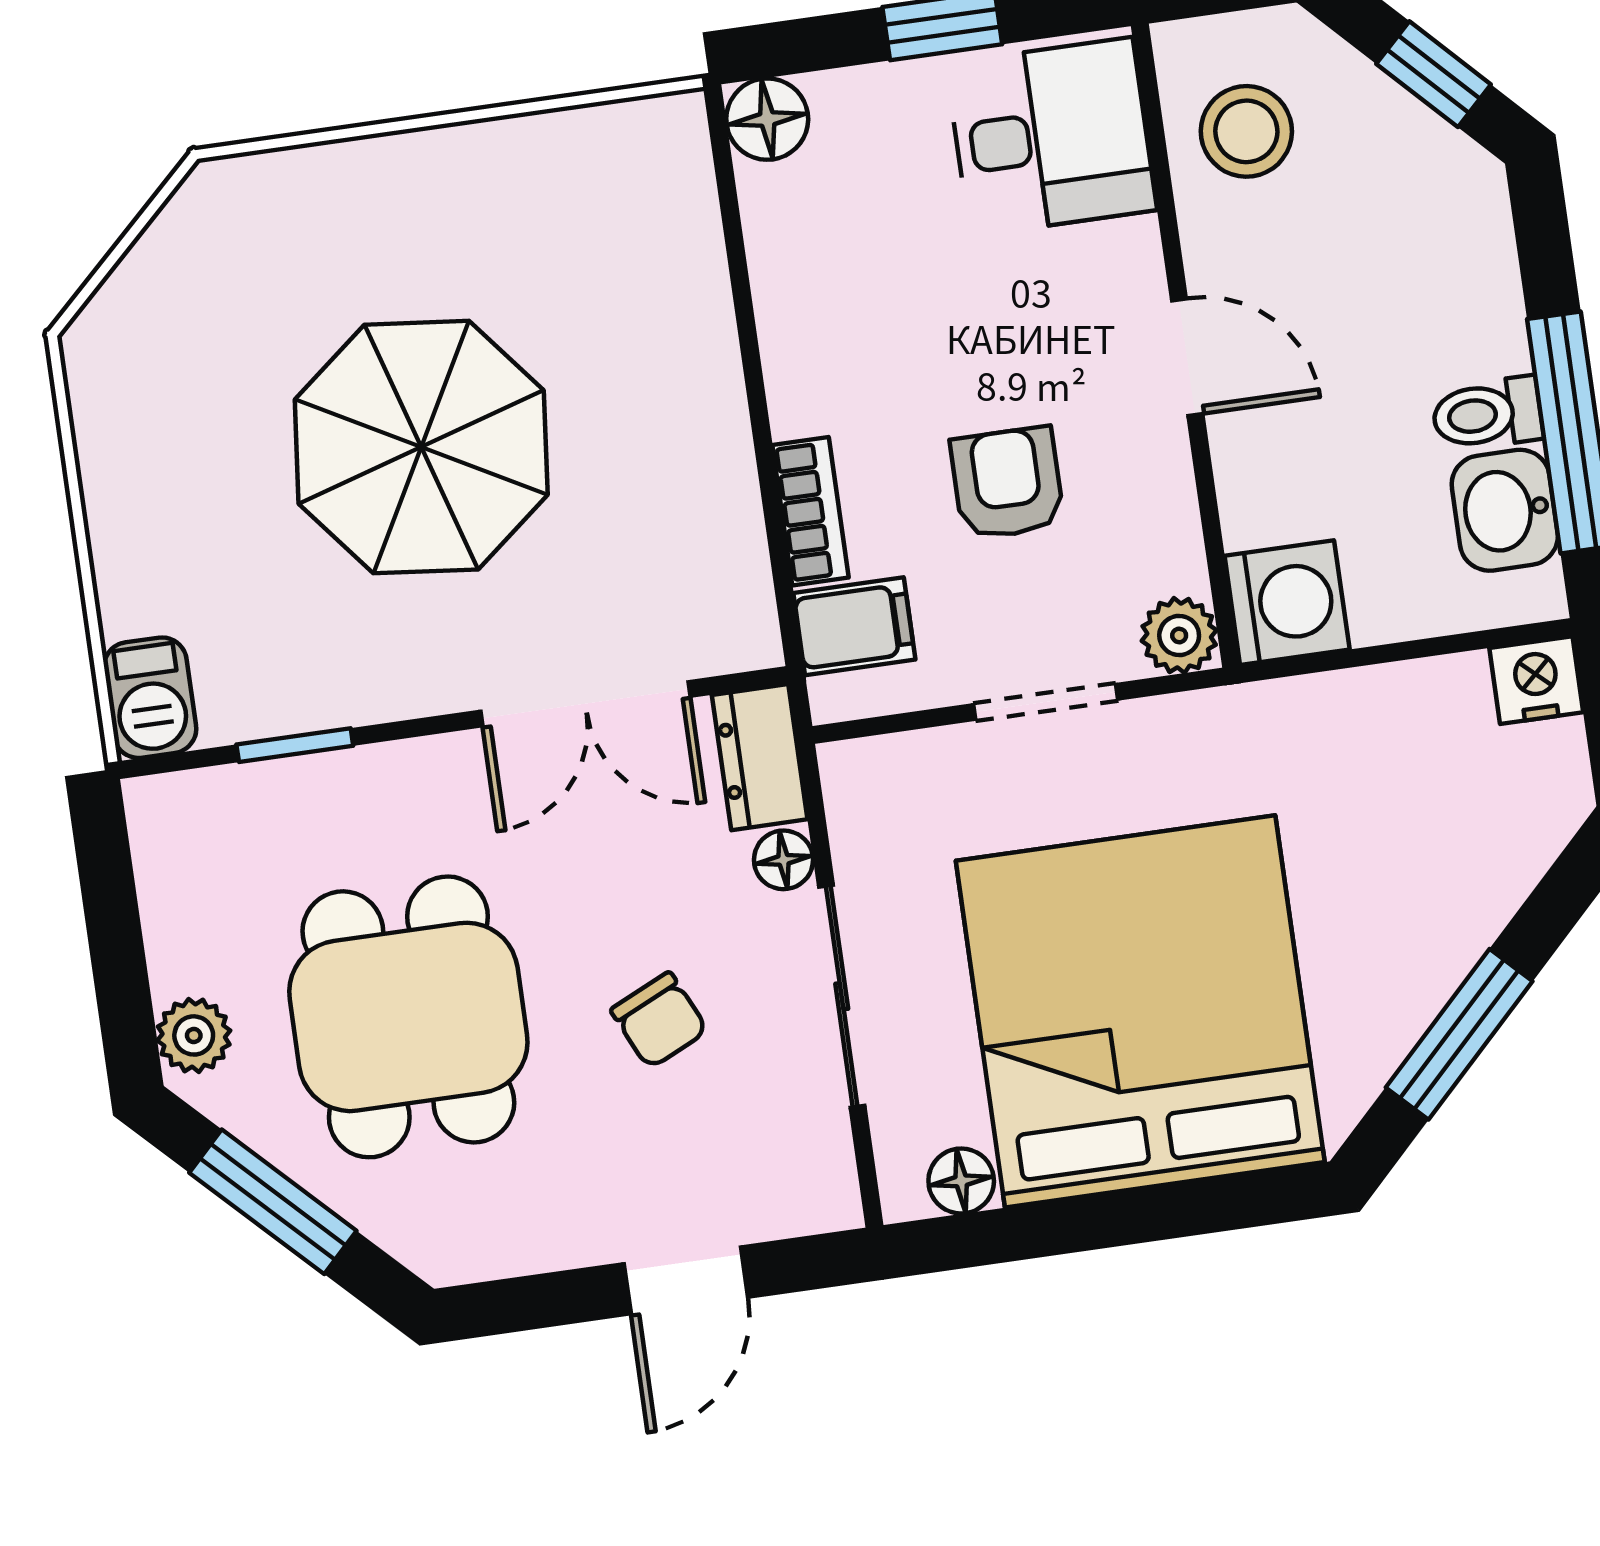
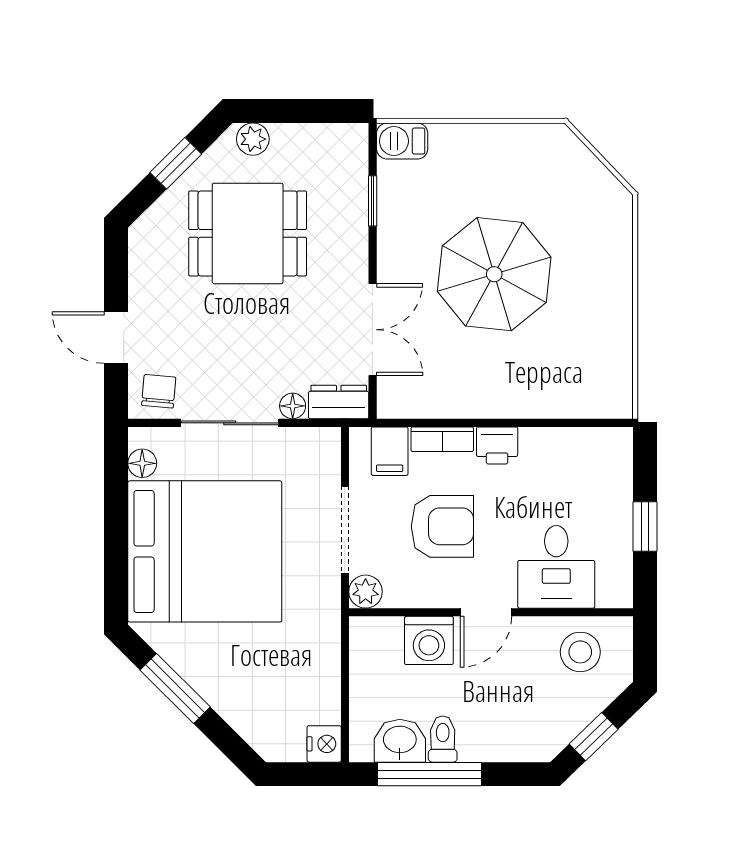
floor lamp: (767, 119) -> (615, 445), removed
desk: (1051, 137) -> (556, 567), moved
printer: (807, 386) -> (497, 445), added
armchair: (1007, 483) -> (442, 526), width x1.38, depth x1.38
washing machine: (1287, 603) -> (429, 640), moved
doorway: (1046, 702) -> (345, 530), width x1.38
double door: (585, 704) -> (373, 330), swing flipped
chair: (659, 1020) -> (159, 391), moved, turned 120
window: (273, 1202) -> (176, 163), width x0.67

